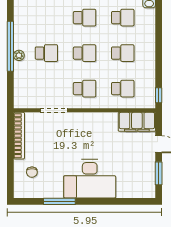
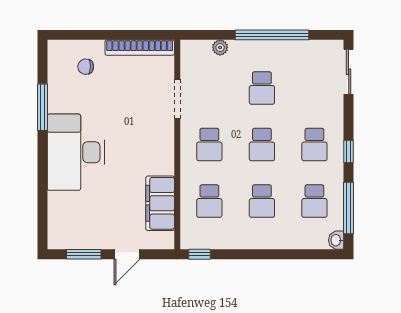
plant: (19, 55) -> (220, 47), moved
filing cabinet: (137, 122) -> (160, 203), moved

